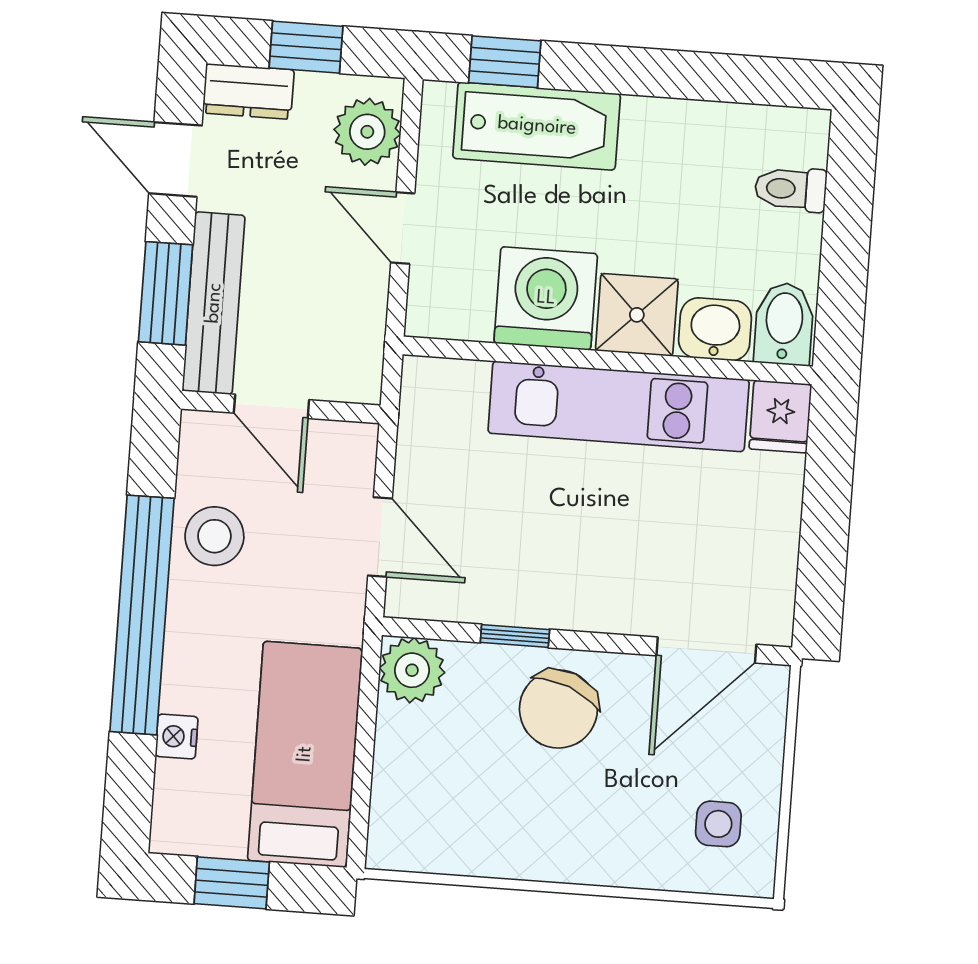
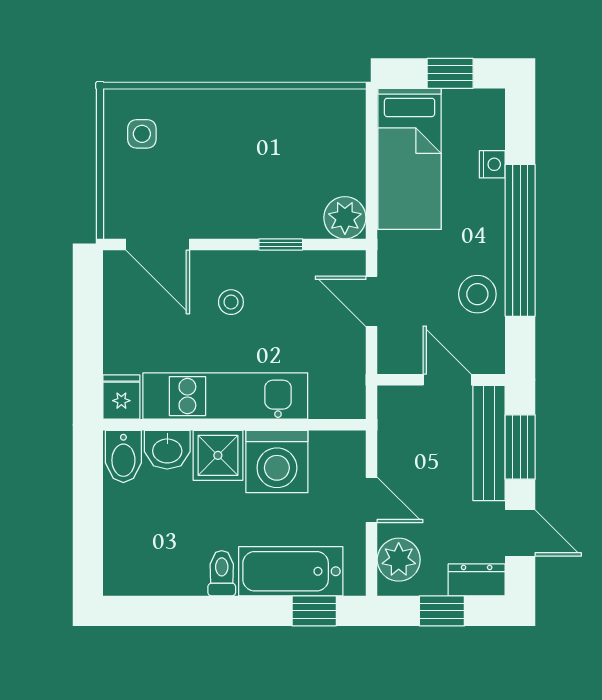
toilet: (791, 189) -> (222, 573), moved, turned -90
stool: (599, 552) -> (231, 302), added
door: (706, 650) -> (158, 244), swing flipped
chair: (558, 709) -> (249, 200), removed

